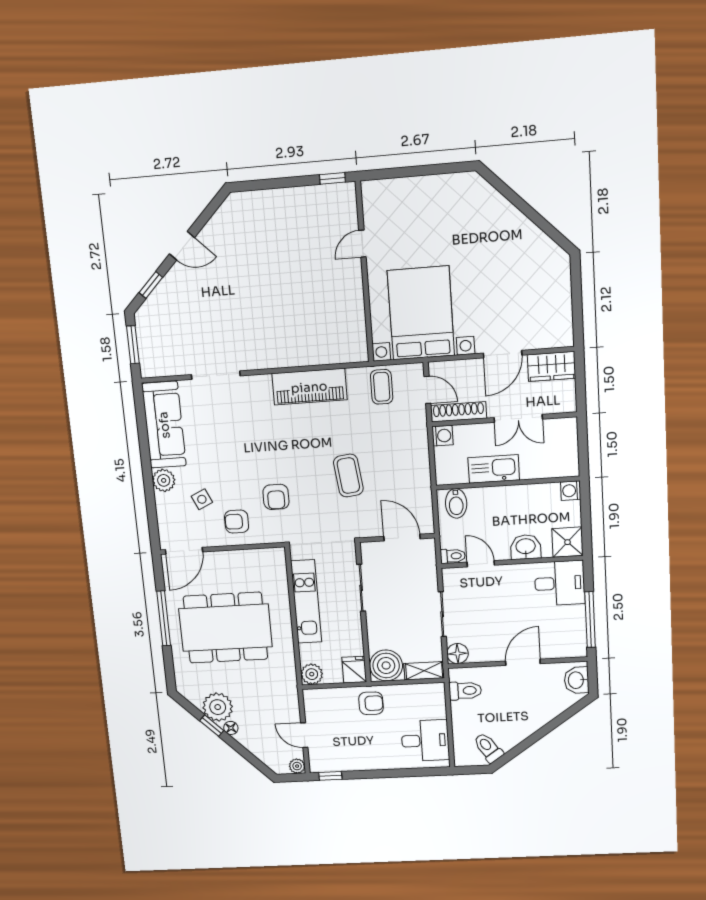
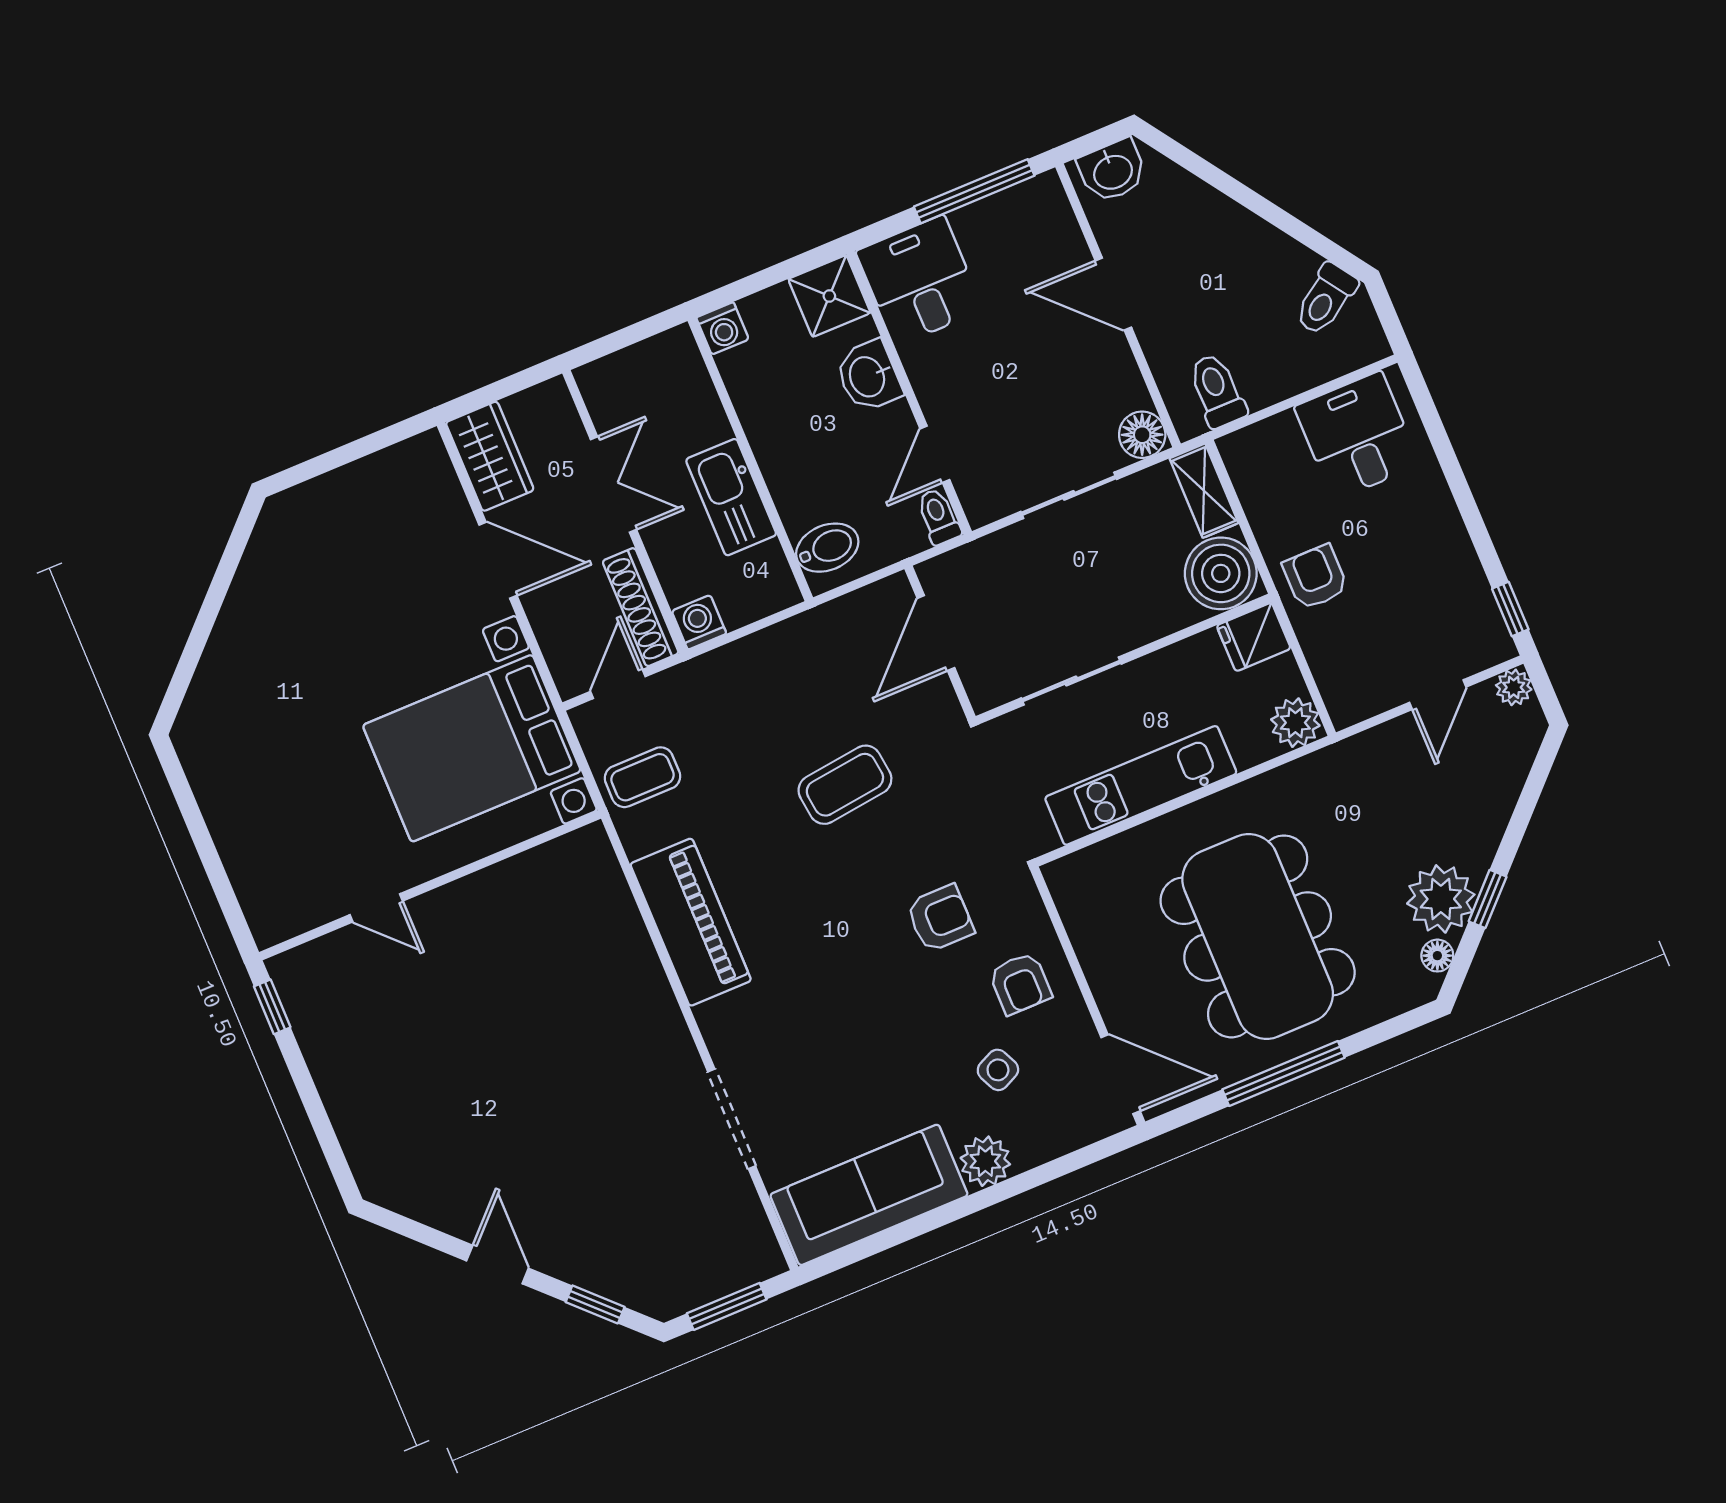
floor lamp: (231, 728) -> (1437, 956), moved

